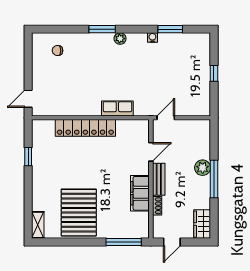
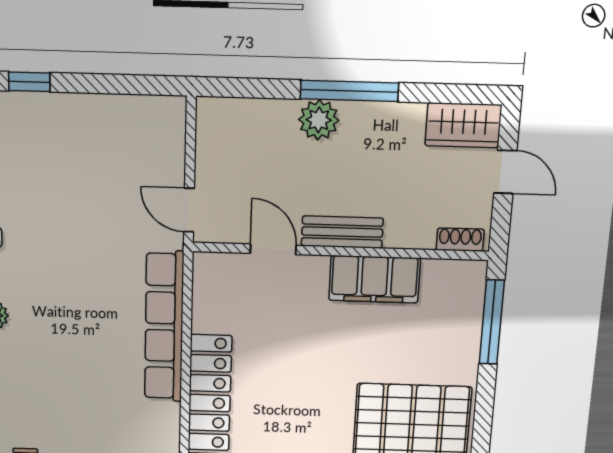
window: (214, 73) -> (29, 82), moved
row of seats: (117, 108) -> (164, 327), width x2.02
shoe rack: (157, 206) -> (460, 240), moved
door: (172, 242) -> (505, 172), moved

